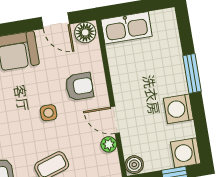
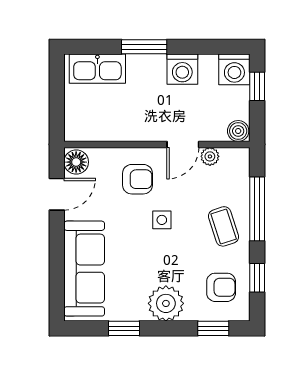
kitchen sink: (126, 28) -> (97, 69), moved, turned 90
armchair: (79, 87) -> (137, 179), turned 90

